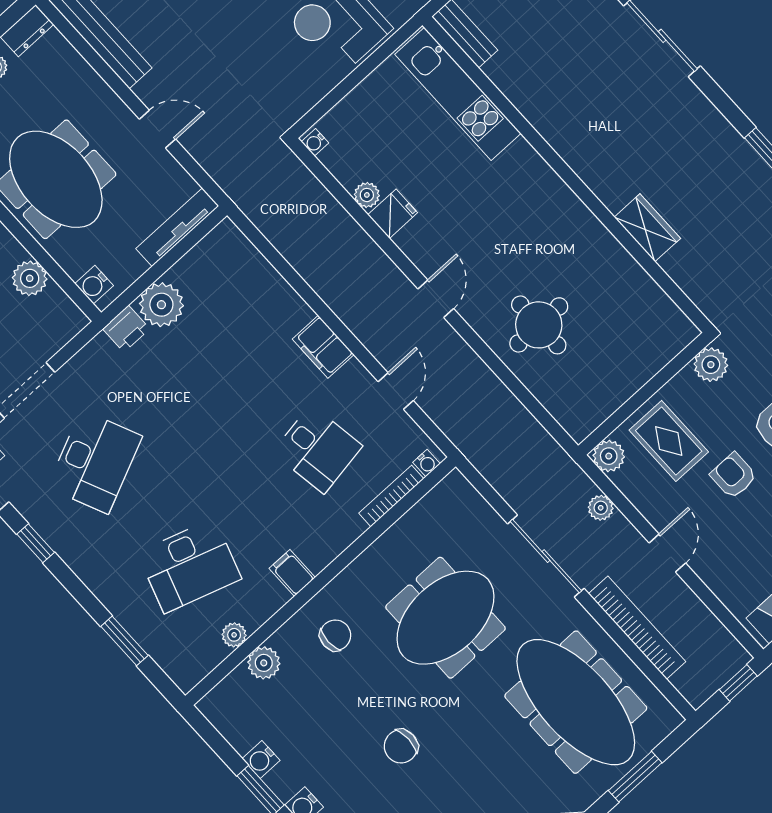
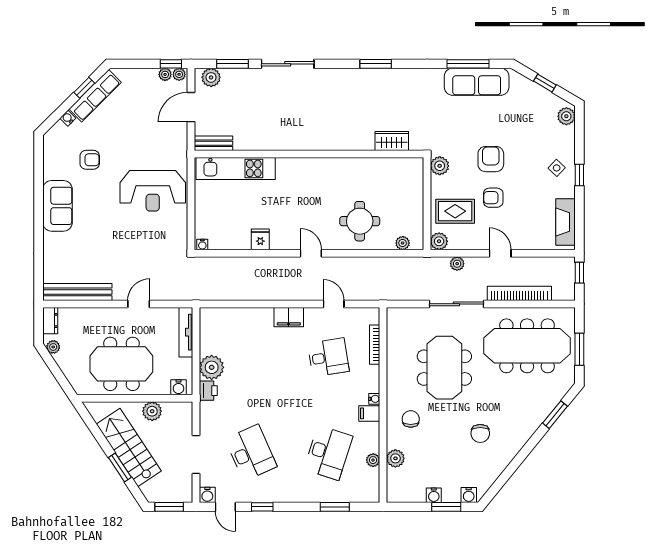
plant: (367, 195) -> (403, 243), moved
wardrobe: (647, 228) -> (392, 141), moved
water cooler: (426, 463) -> (374, 399), moved

